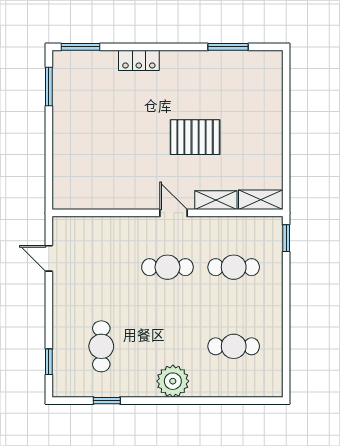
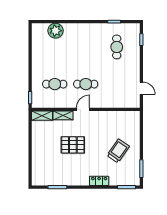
trolley: (98, 125) -> (118, 151), added
door: (173, 213) -> (83, 109), swing flipped
cafe table: (234, 346) -> (55, 47), removed
plant: (173, 381) -> (55, 31), moved

